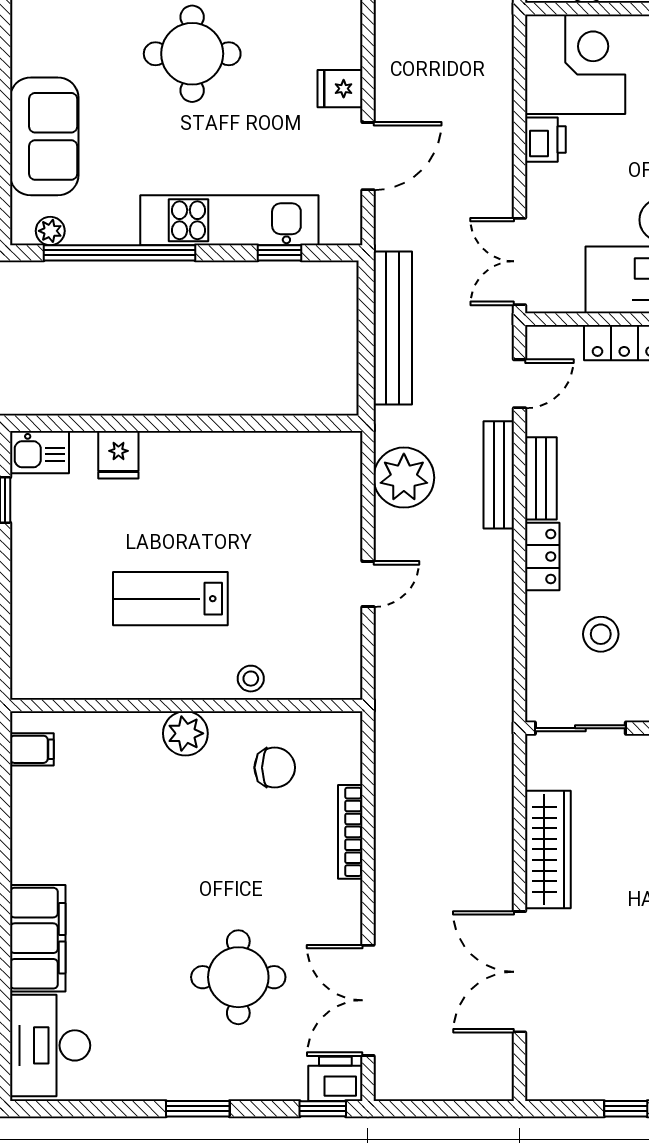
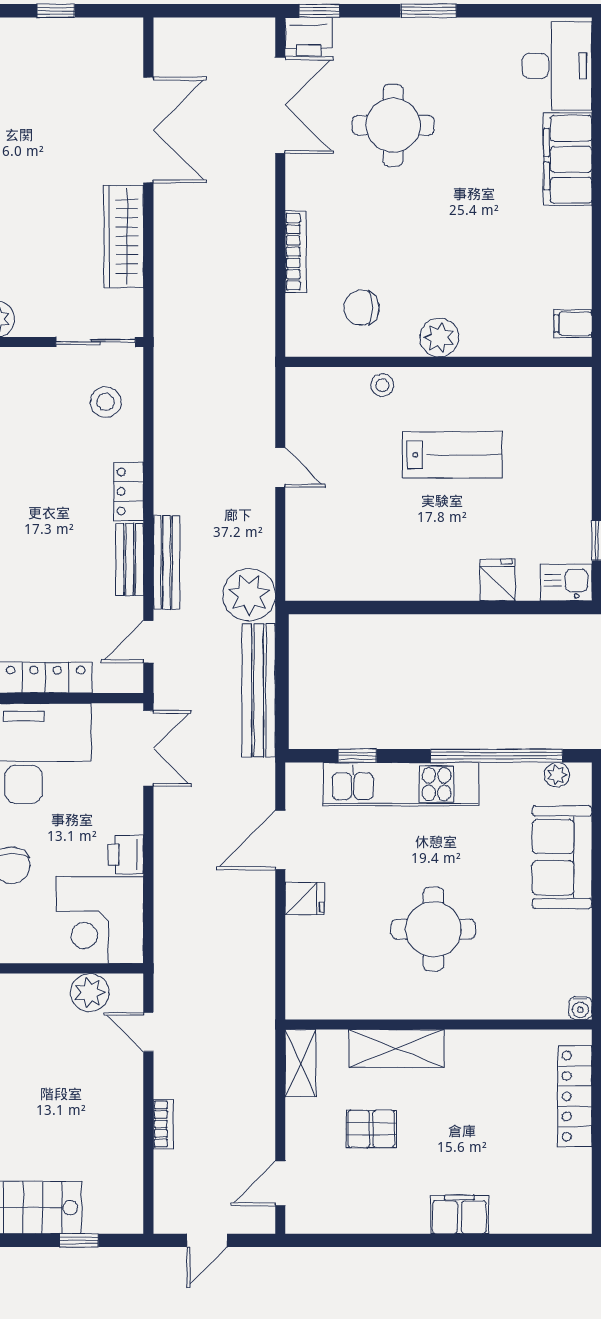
plant: (404, 478) -> (249, 595), moved
door: (368, 584) -> (280, 467), swing flipped
stool: (601, 634) -> (106, 402), moved

